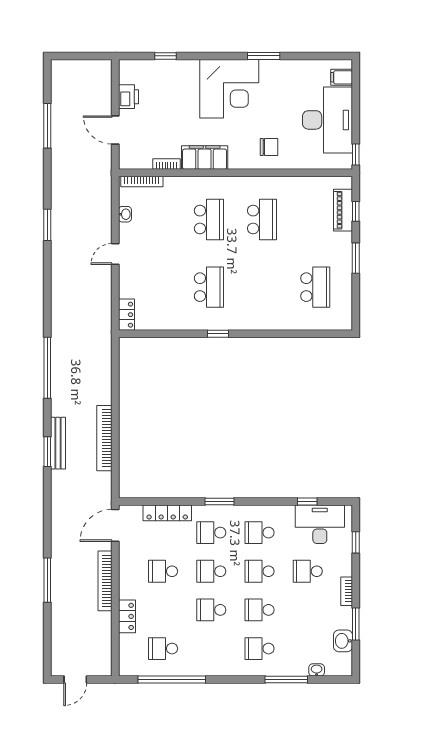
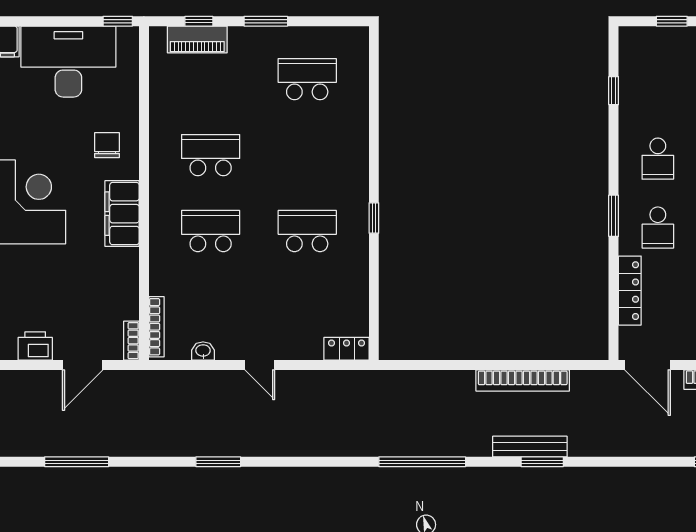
filing cabinet: (205, 158) -> (122, 214), moved
bookcase: (167, 164) -> (131, 341), moved
desk: (320, 524) -> (646, 73), removed

